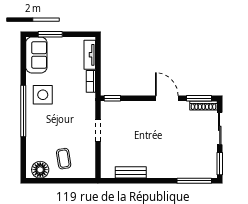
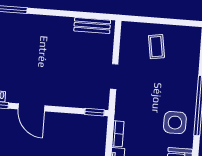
floor lamp: (40, 170) -> (185, 36), removed
bench: (131, 172) -> (92, 26), moved

